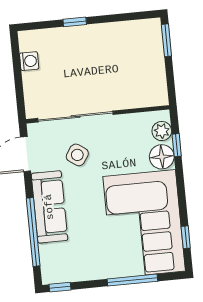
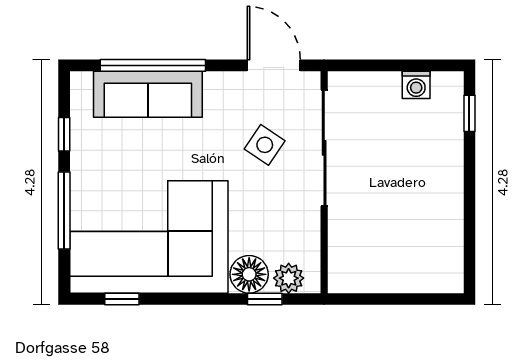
window: (75, 22) -> (469, 113), moved
window: (166, 40) -> (427, 299), removed
sofa: (49, 207) -> (148, 94), moved
window: (60, 287) -> (64, 134), moved

